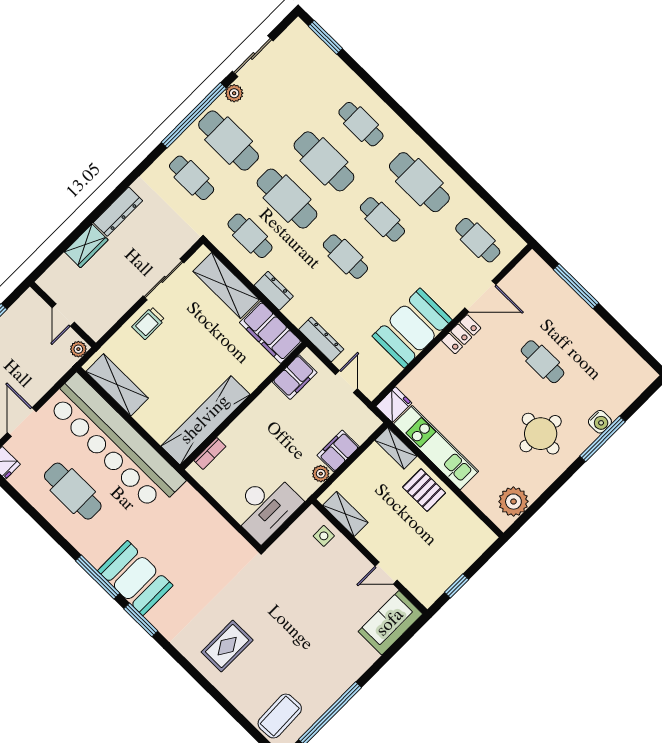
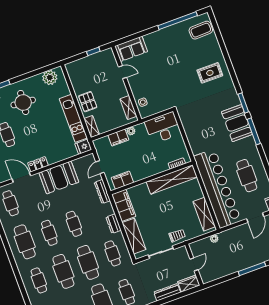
door: (63, 315) -> (194, 264), moved
wall: (63, 315) -> (194, 265), moved

